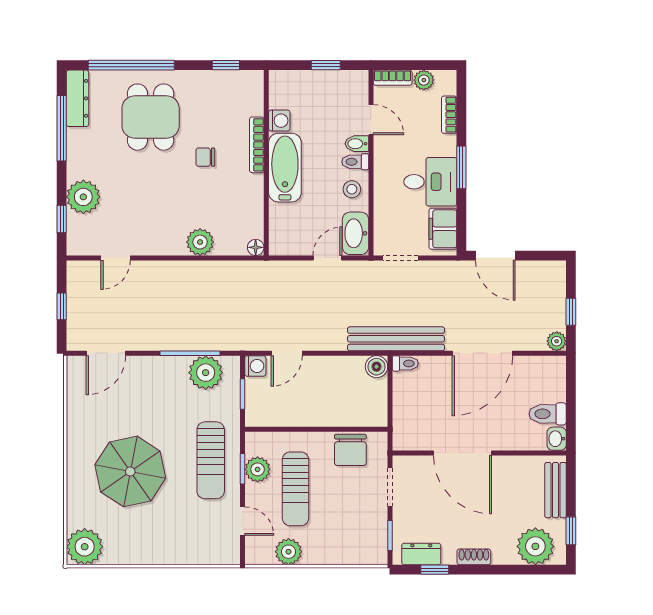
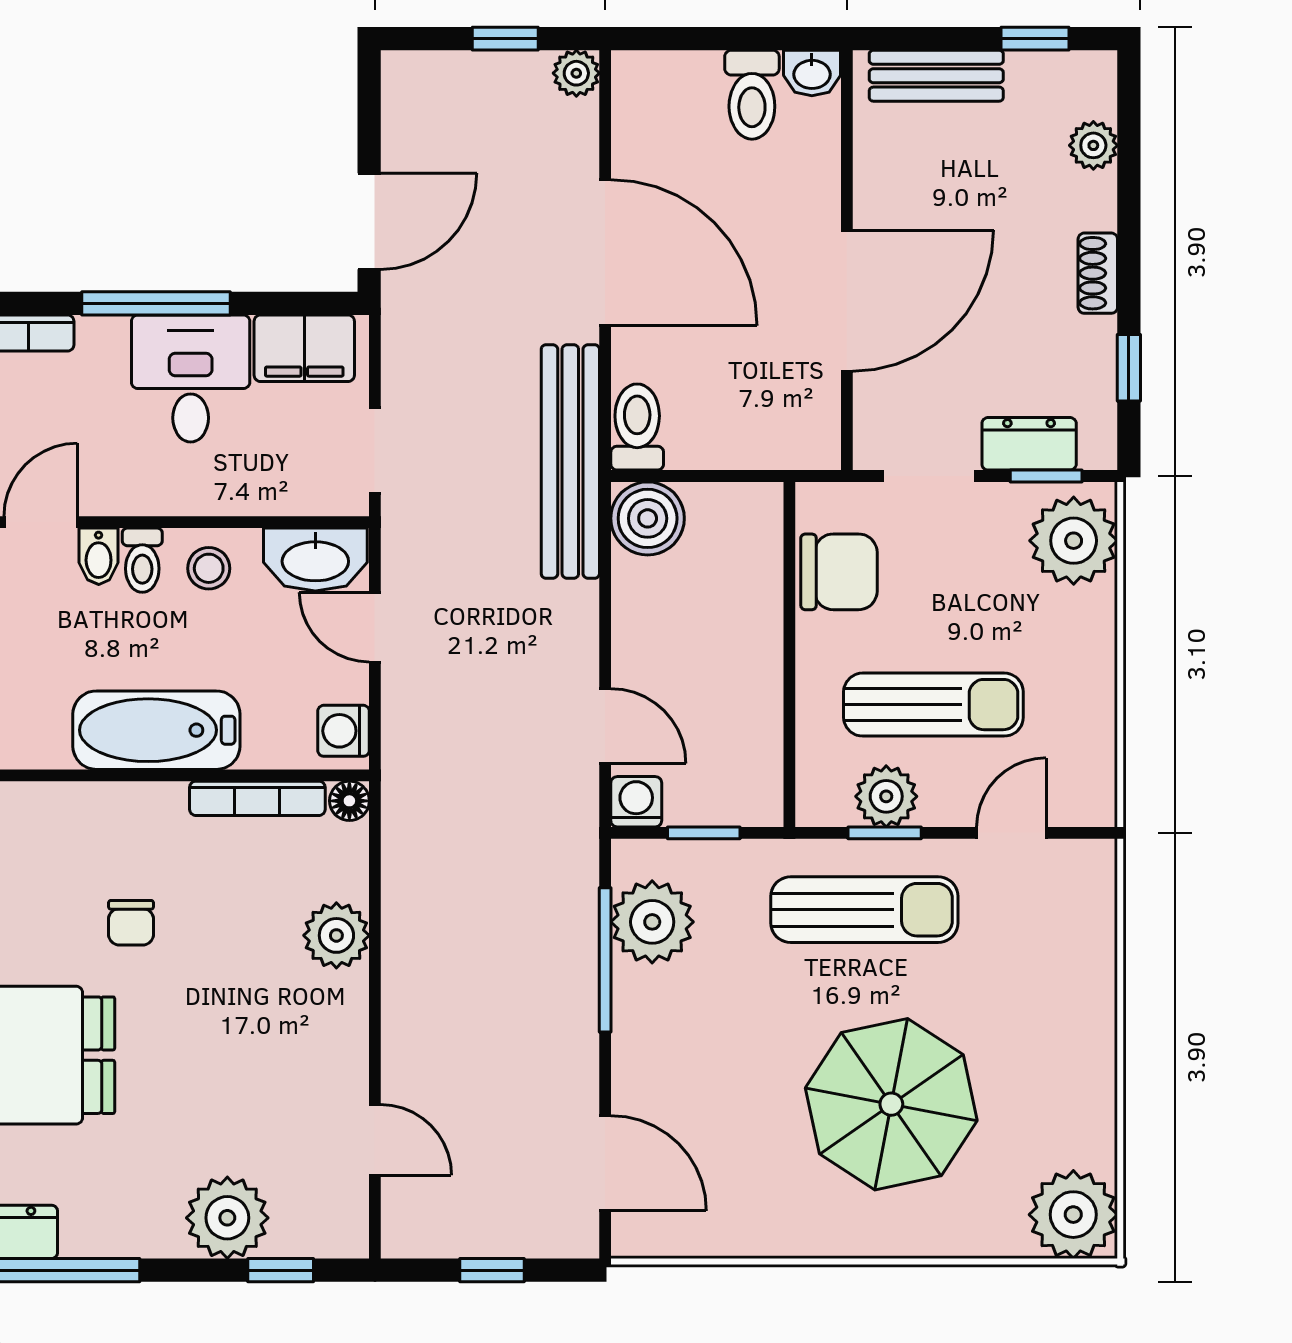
washing machine: (279, 121) -> (344, 731), moved, turned -90
bookcase: (257, 145) -> (257, 798), moved
window: (461, 167) -> (156, 303), width x1.44
toilet: (405, 363) -> (637, 427), width x1.37, depth x1.39
boiler: (377, 367) -> (648, 518), width x1.36, depth x1.36
plant: (535, 546) -> (1093, 145), width x0.53, depth x0.53
plant: (288, 552) -> (1074, 541), moved, width x1.36, depth x1.36
dresser: (421, 554) -> (1029, 444), moved, turned 90

